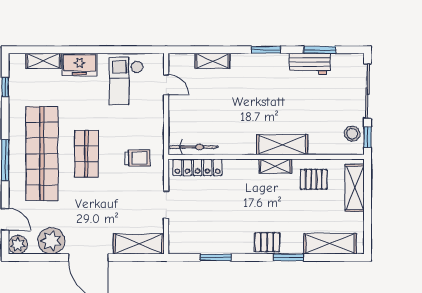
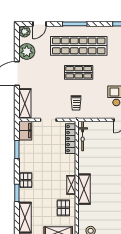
filing cabinet: (184, 243) -> (25, 131), added

